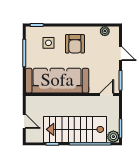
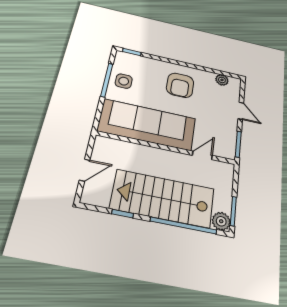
side table: (48, 43) -> (124, 81), moved
door: (107, 95) -> (202, 155), moved
door: (24, 121) -> (85, 170), hinge flipped

